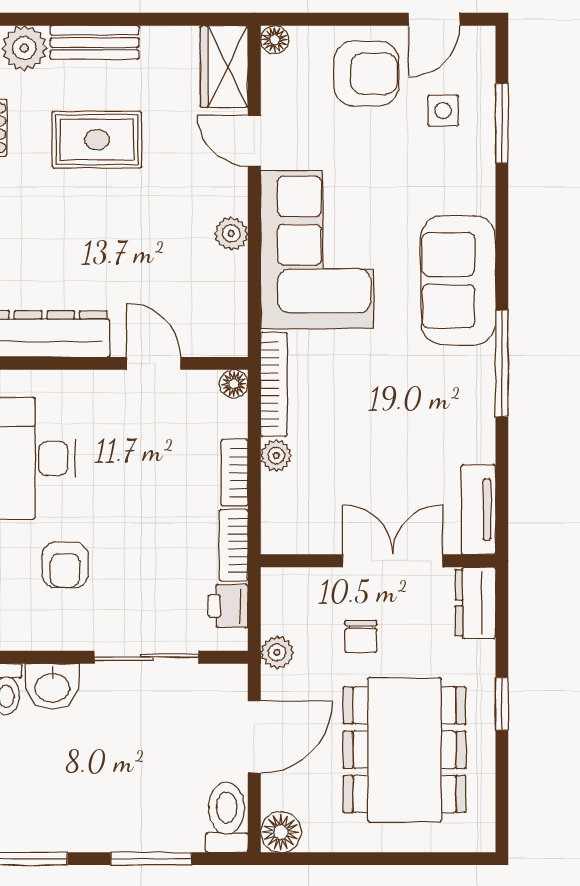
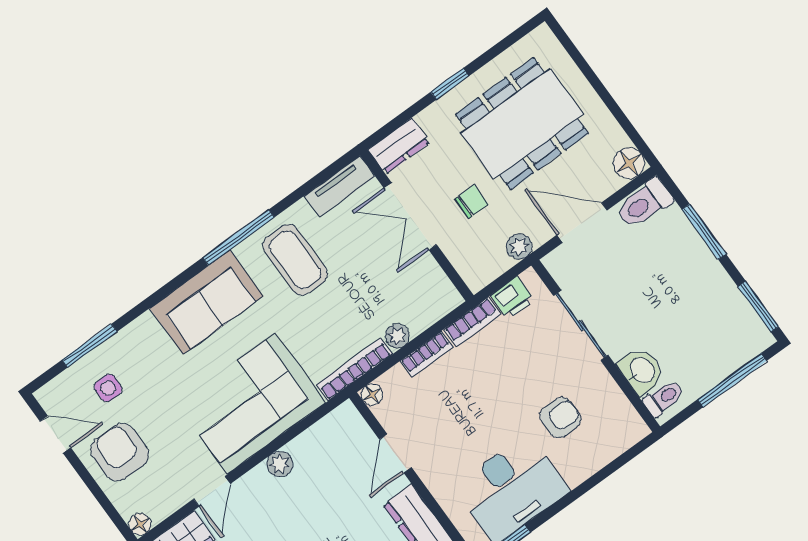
coffee table: (435, 406) -> (295, 260), added

